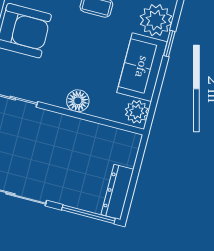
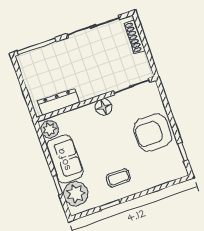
floor lamp: (78, 101) -> (104, 107), moved
dresser: (117, 192) -> (59, 102), moved, turned -90

